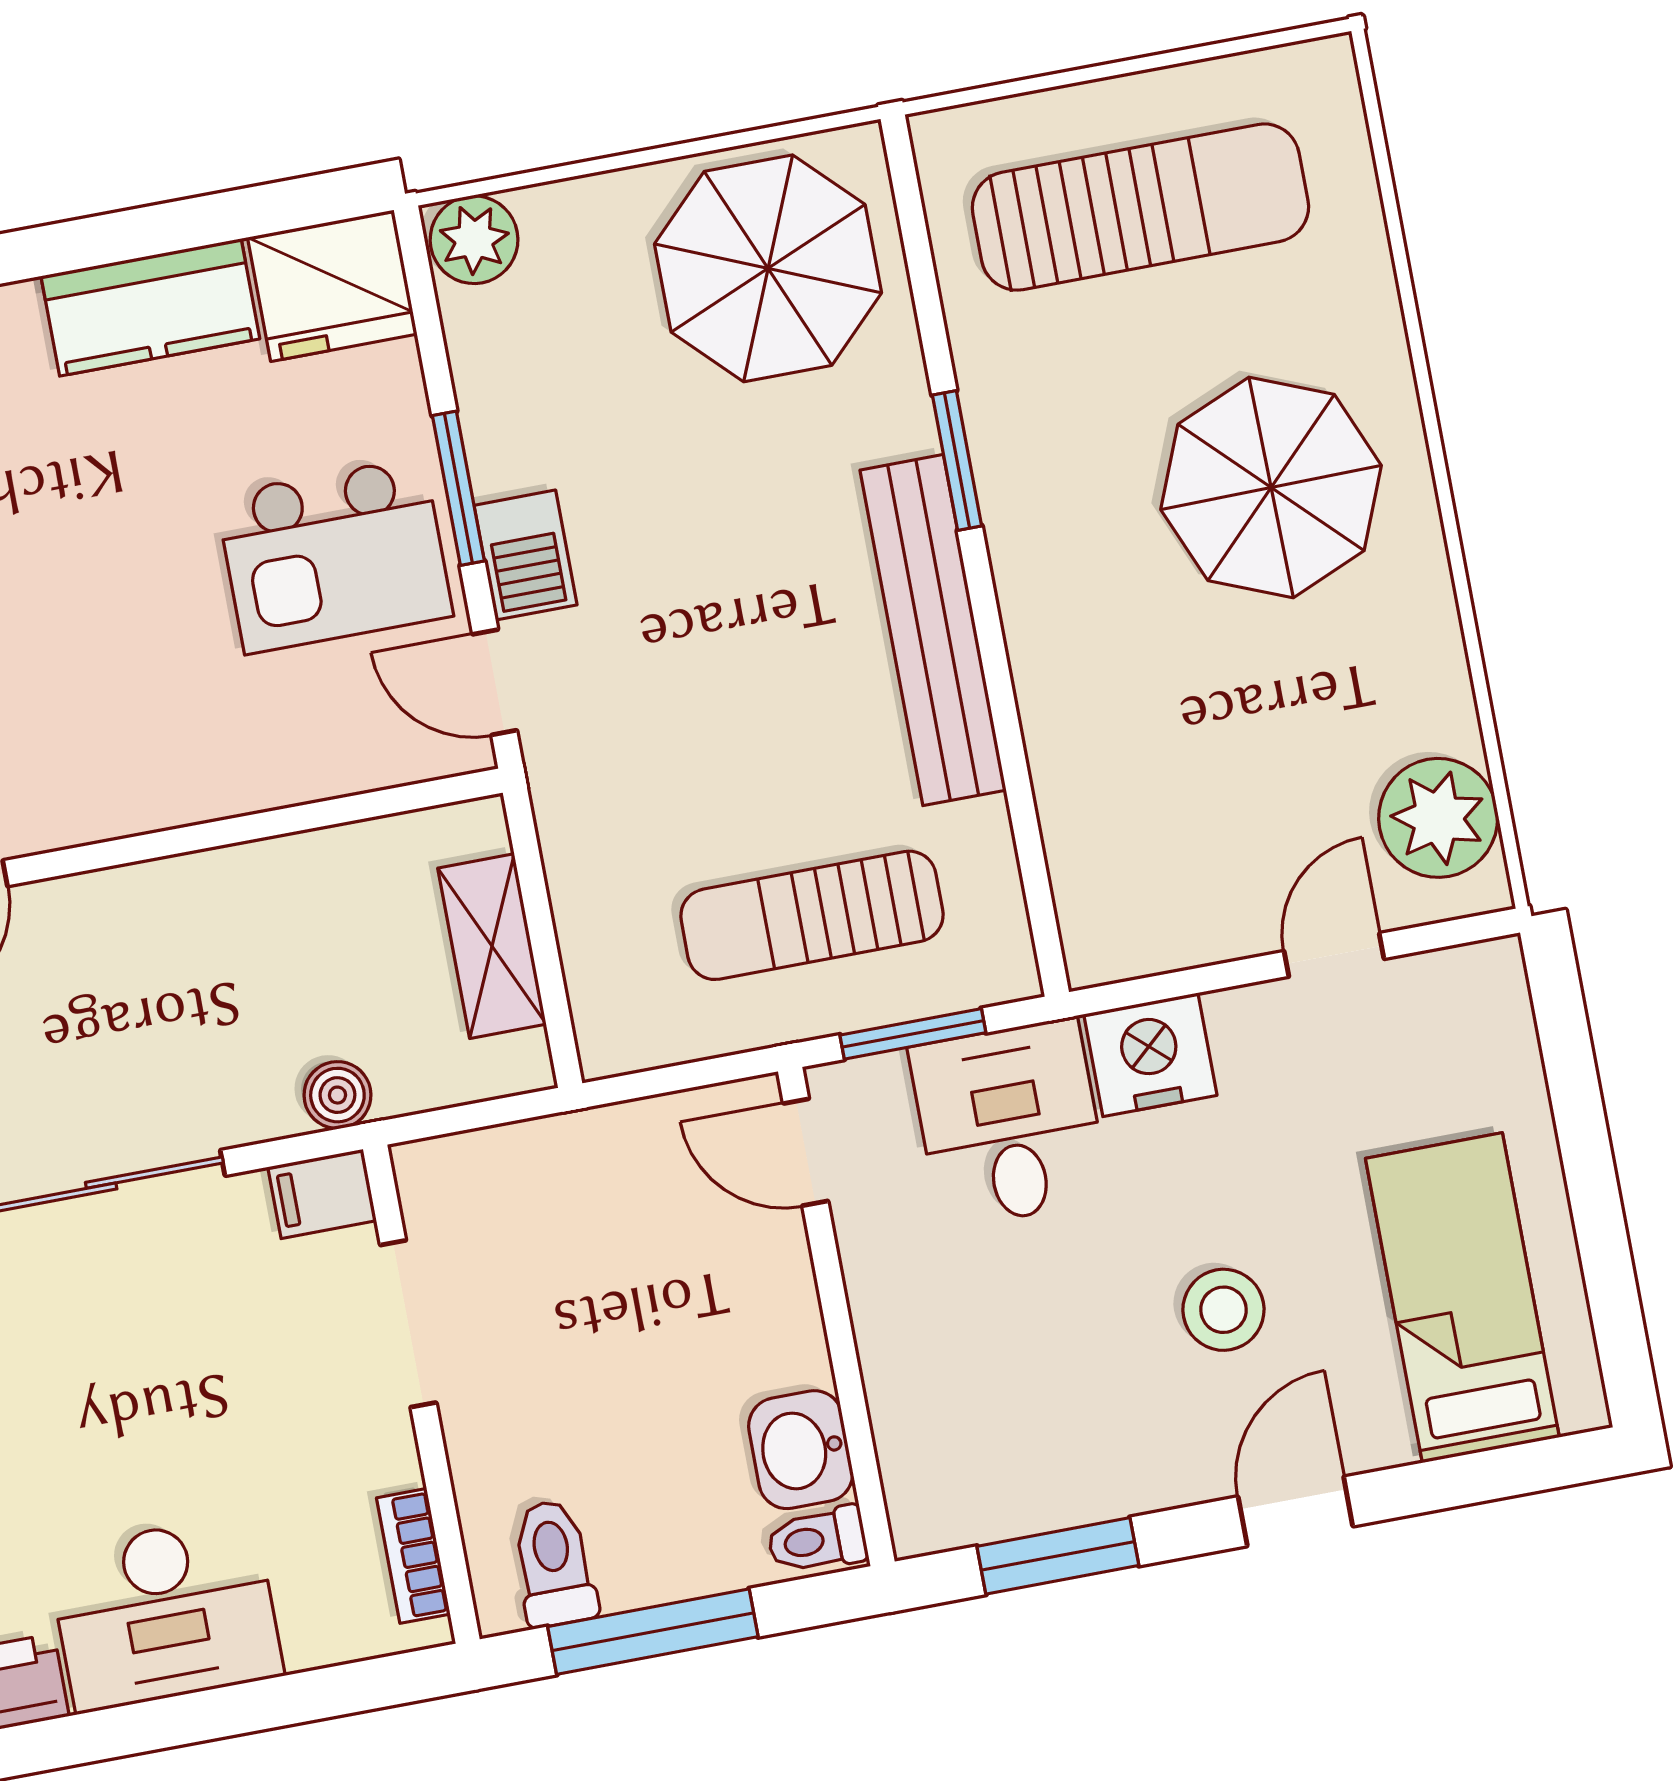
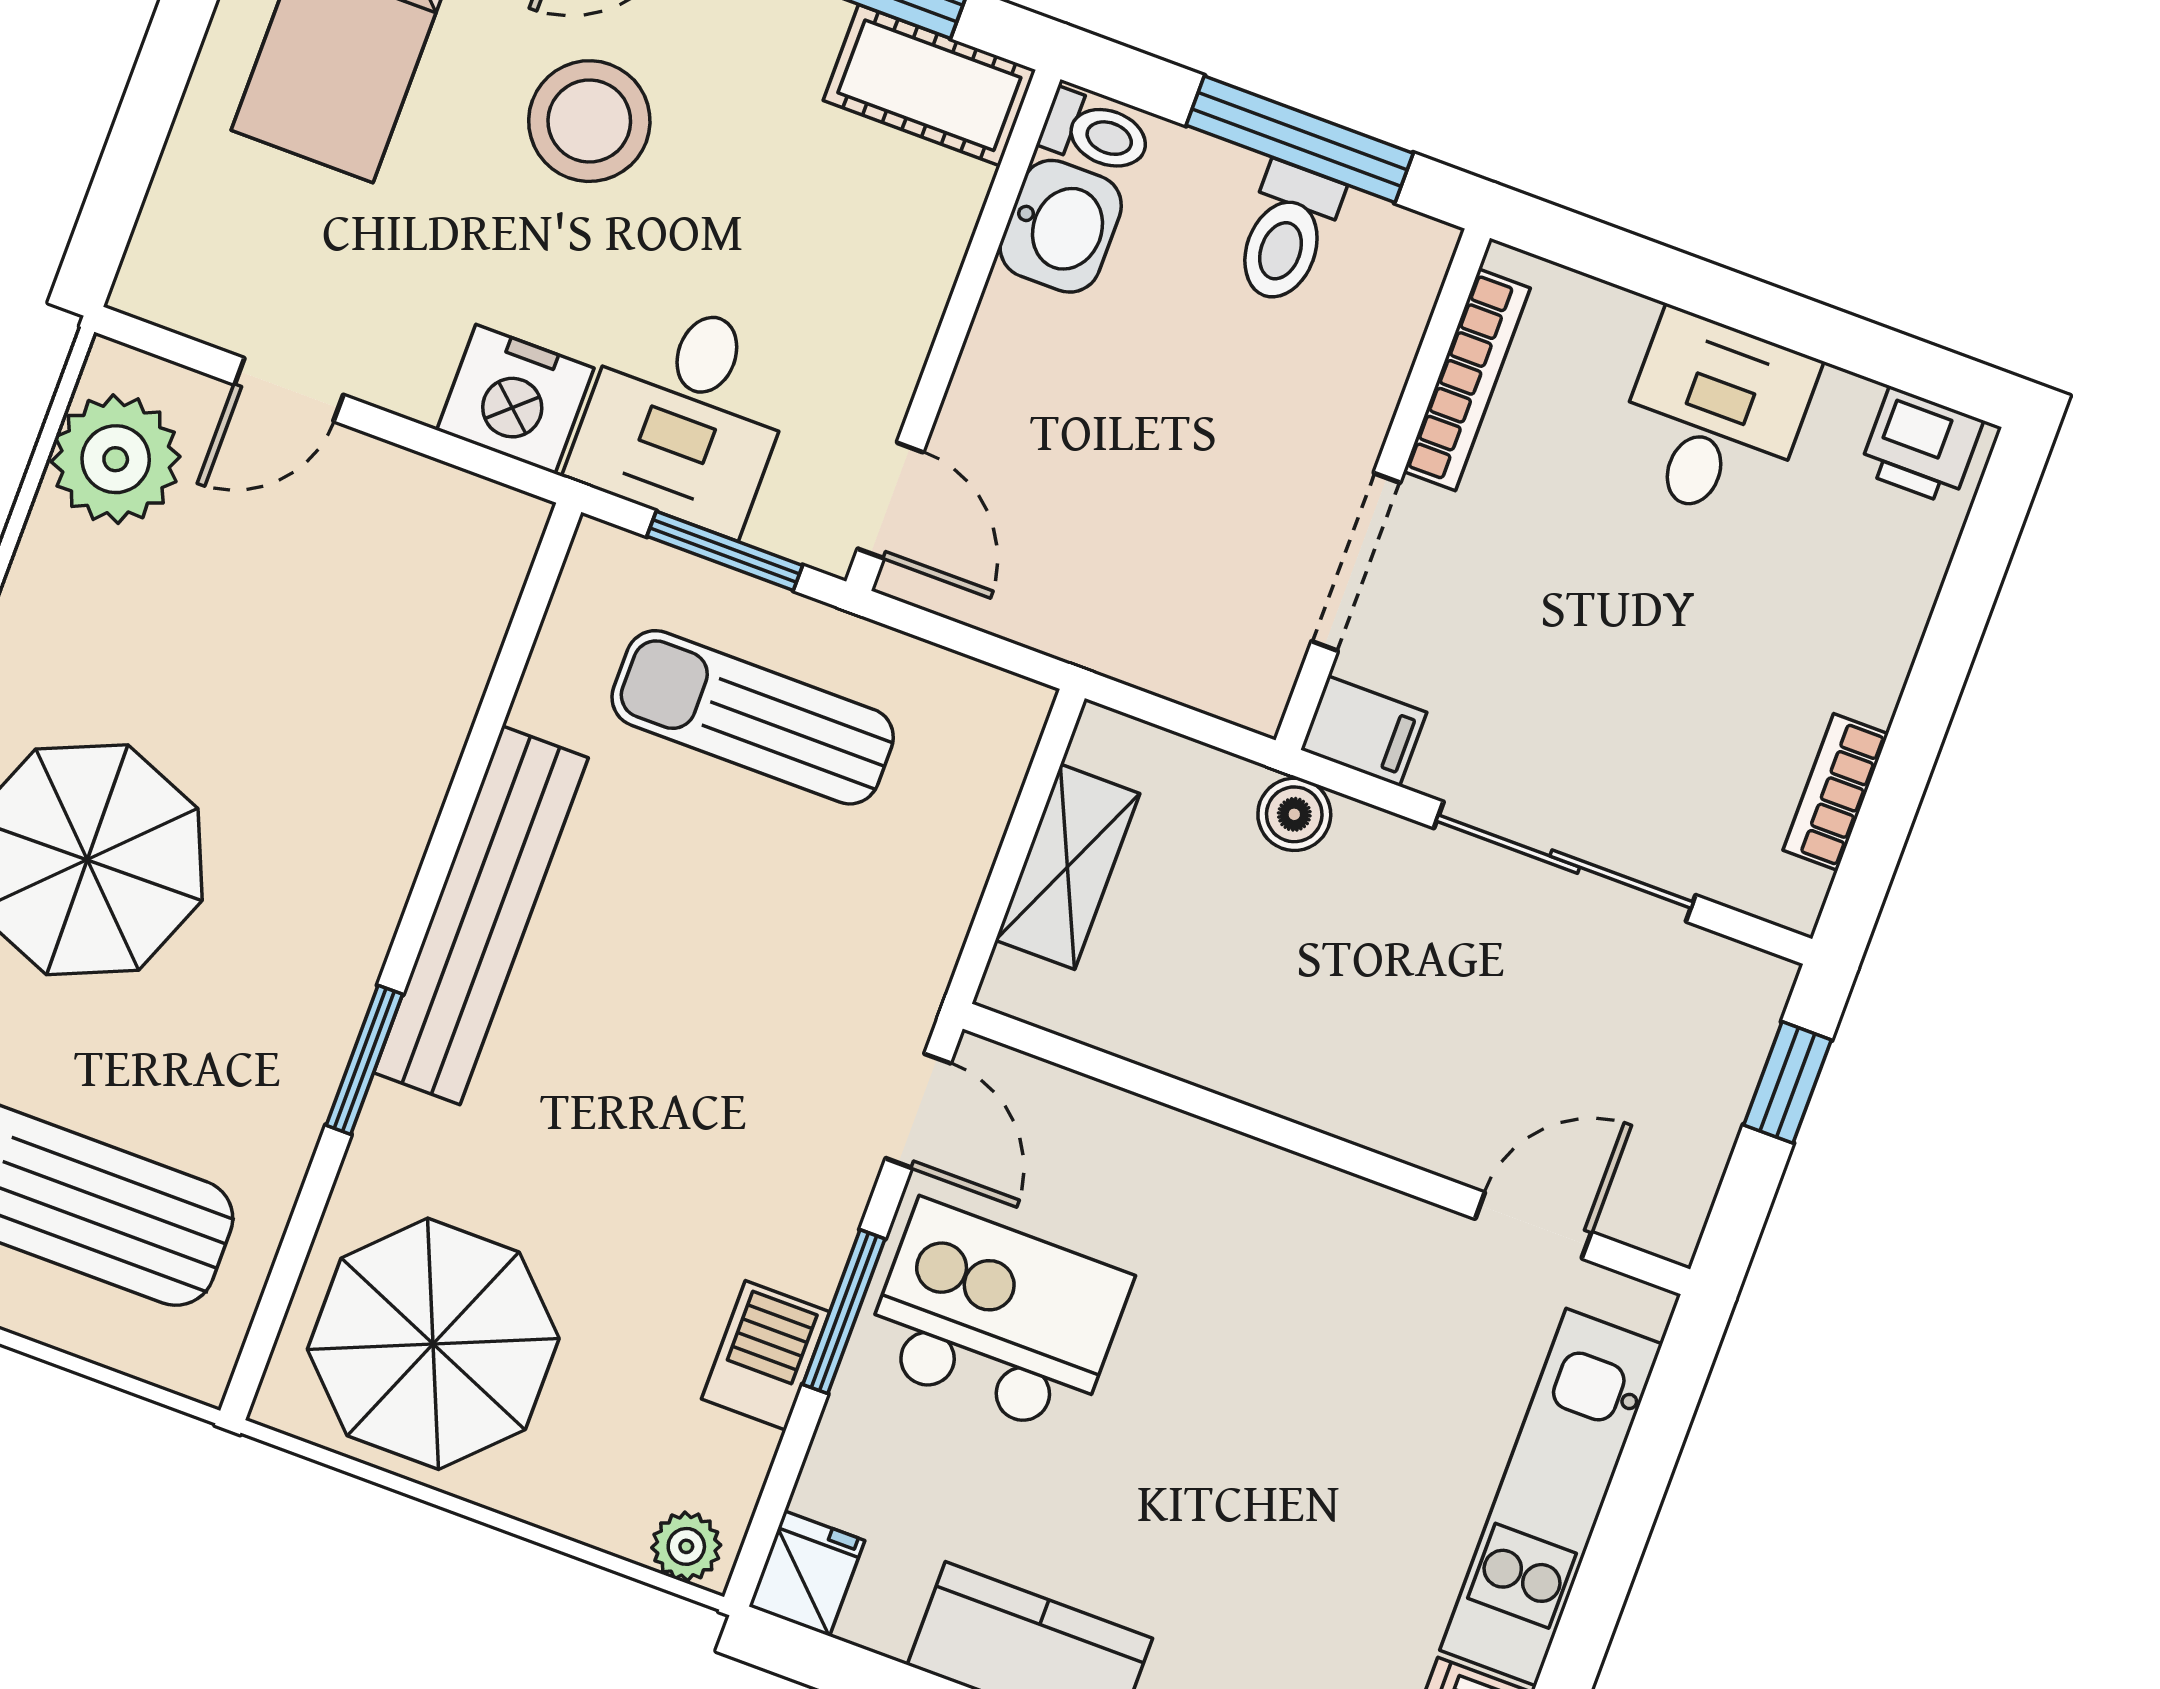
plant: (474, 240) -> (686, 1546), width x0.73, depth x0.73
fridge: (332, 286) -> (807, 1573), width x0.53, depth x0.75
barbecue: (526, 555) -> (766, 1355), moved
sun lounger: (812, 915) -> (753, 717), turned 180
stool: (1223, 1310) -> (589, 121), width x1.38, depth x1.38
cot: (971, 1499) -> (929, 85), added
bookcase: (413, 1556) -> (1467, 380), width x1.56
toilet: (554, 1563) -> (1287, 233), moved
desk: (165, 1613) -> (1714, 417), width x0.73

